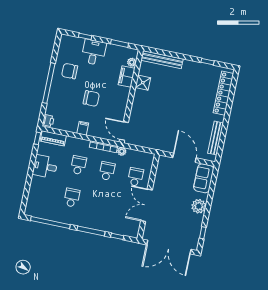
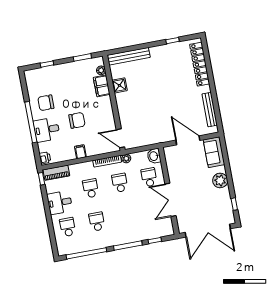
desk: (94, 52) -> (47, 130), moved, turned -90
washbasin: (148, 159) -> (154, 156), added
school desk: (43, 192) -> (68, 227), added

